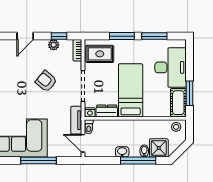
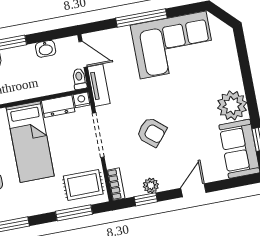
window: (122, 36) -> (74, 213), moved
washbasin: (122, 152) -> (46, 49), moved

